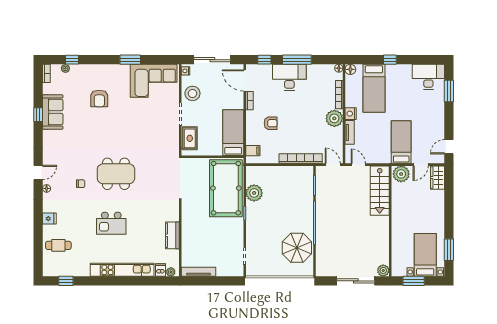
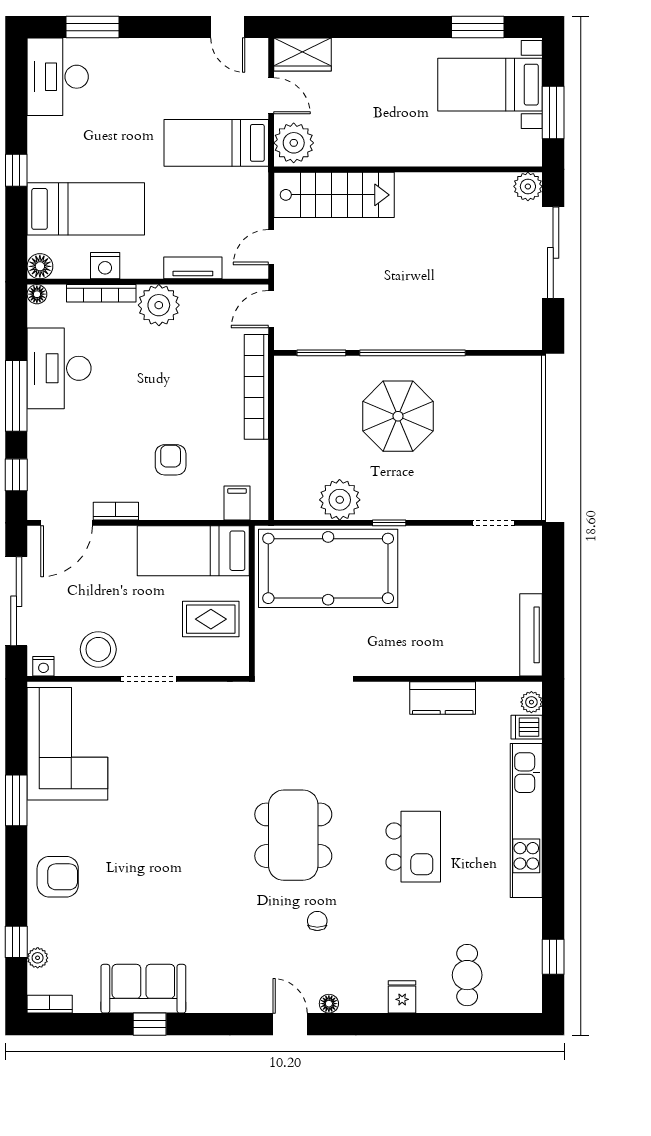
desk: (289, 77) -> (59, 368), moved
armchair: (99, 98) -> (58, 877), moved
nightstand: (351, 114) -> (105, 266), moved
rug: (190, 138) -> (211, 619), moved
parasol: (297, 248) -> (398, 416), moved

